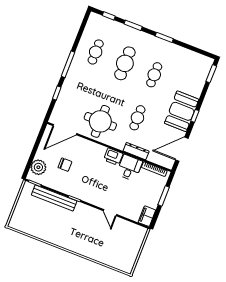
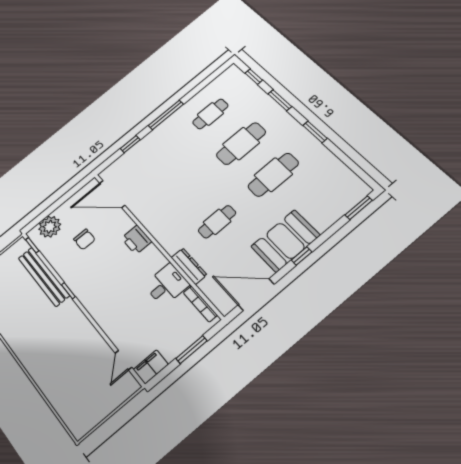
cafe table: (154, 75) -> (273, 175), width x1.37, depth x1.35
round table: (100, 121) -> (164, 204), removed
printer: (113, 157) -> (136, 240), moved
door: (110, 213) -> (123, 360), moved

